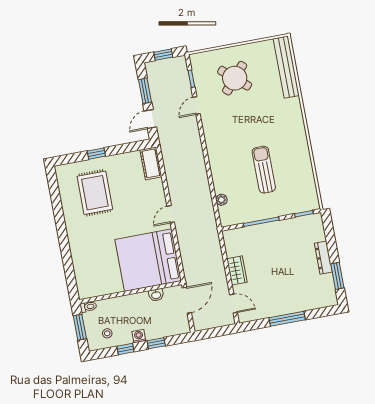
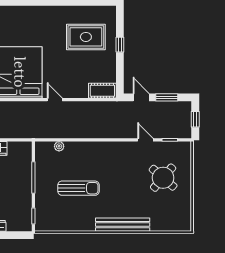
bench: (286, 67) -> (123, 225), moved

